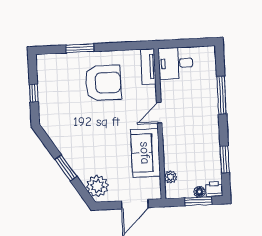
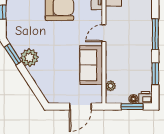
window: (222, 95) -> (155, 34), moved
window: (66, 168) -> (13, 54), moved
plant: (97, 186) -> (29, 58), moved

